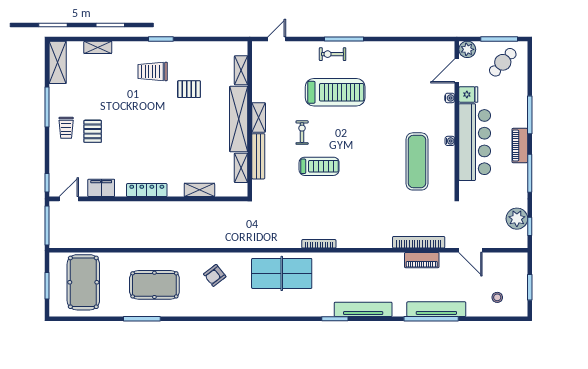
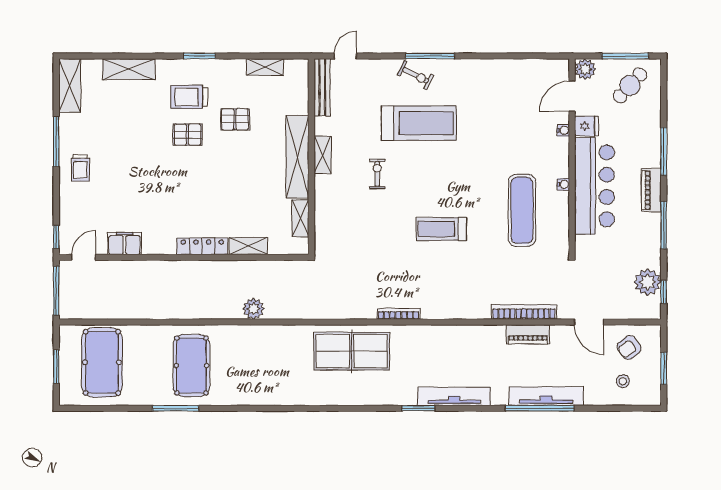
shelving: (98, 47) -> (129, 69), width x1.50, depth x1.33
exercise bike: (333, 54) -> (416, 75), turned -153
shelving: (241, 70) -> (265, 67), moved, turned 90
pallet: (93, 131) -> (187, 135), moved, turned 90
bench: (258, 156) -> (322, 87), moved
treadmill: (319, 166) -> (441, 229), moved, turned 180
locker: (147, 190) -> (202, 246), moved
plant: (204, 240) -> (253, 309), added
armchair: (215, 275) -> (629, 347), moved
pool table: (154, 285) -> (191, 366), turned 90

